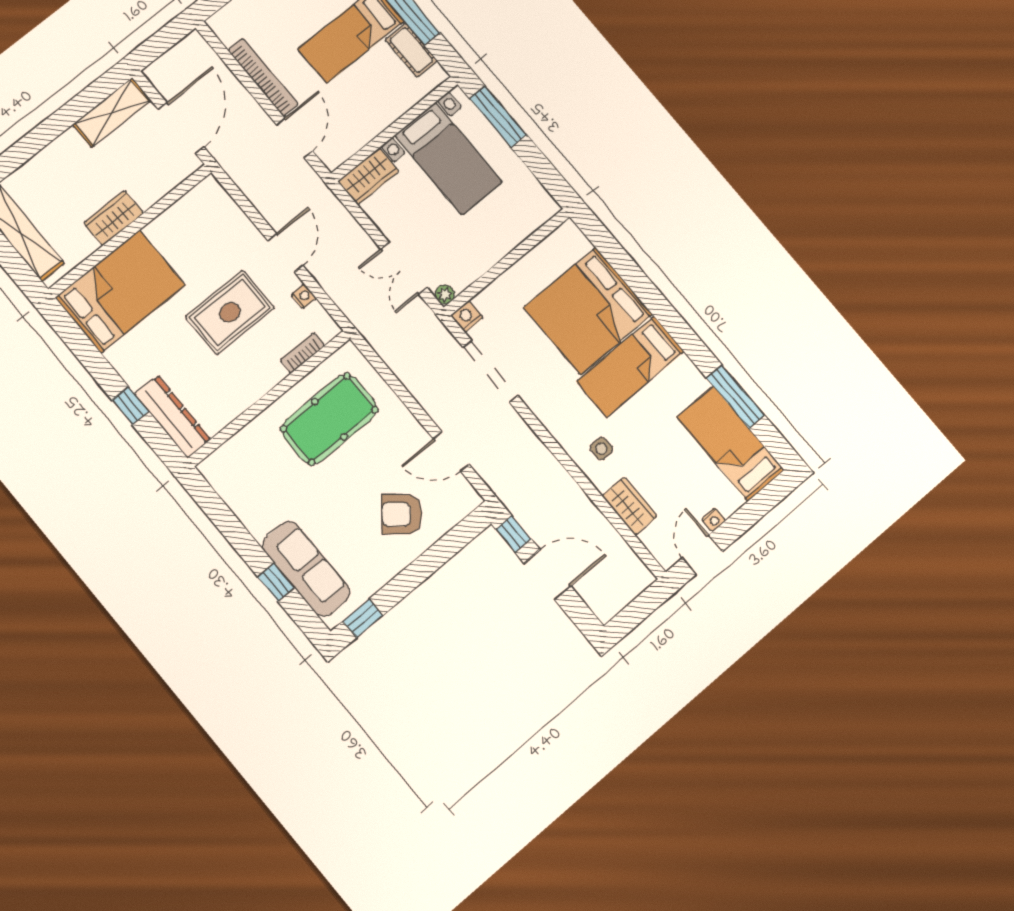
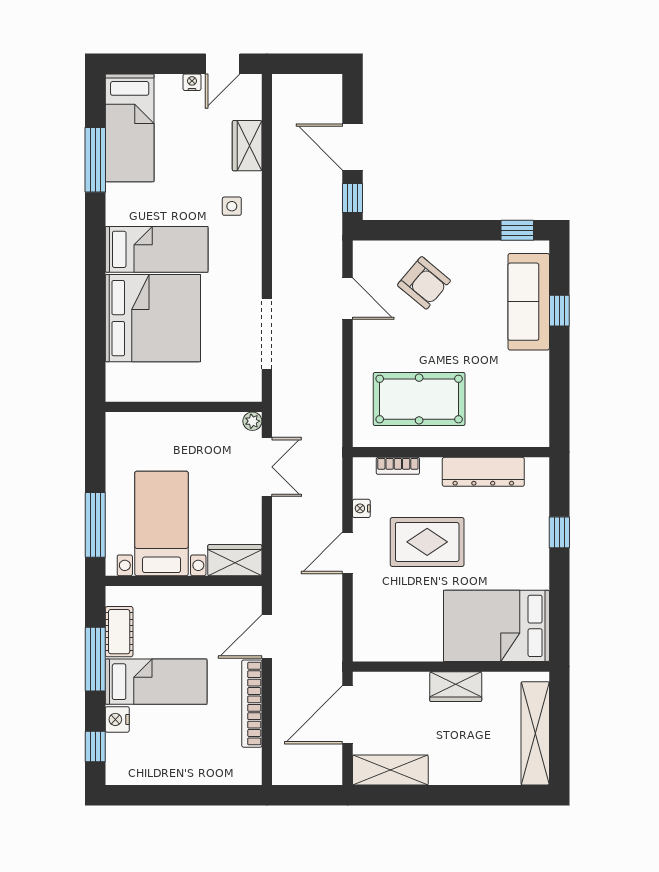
nightstand: (467, 316) -> (250, 391), removed
dresser: (173, 417) -> (483, 472), moved, turned -90

